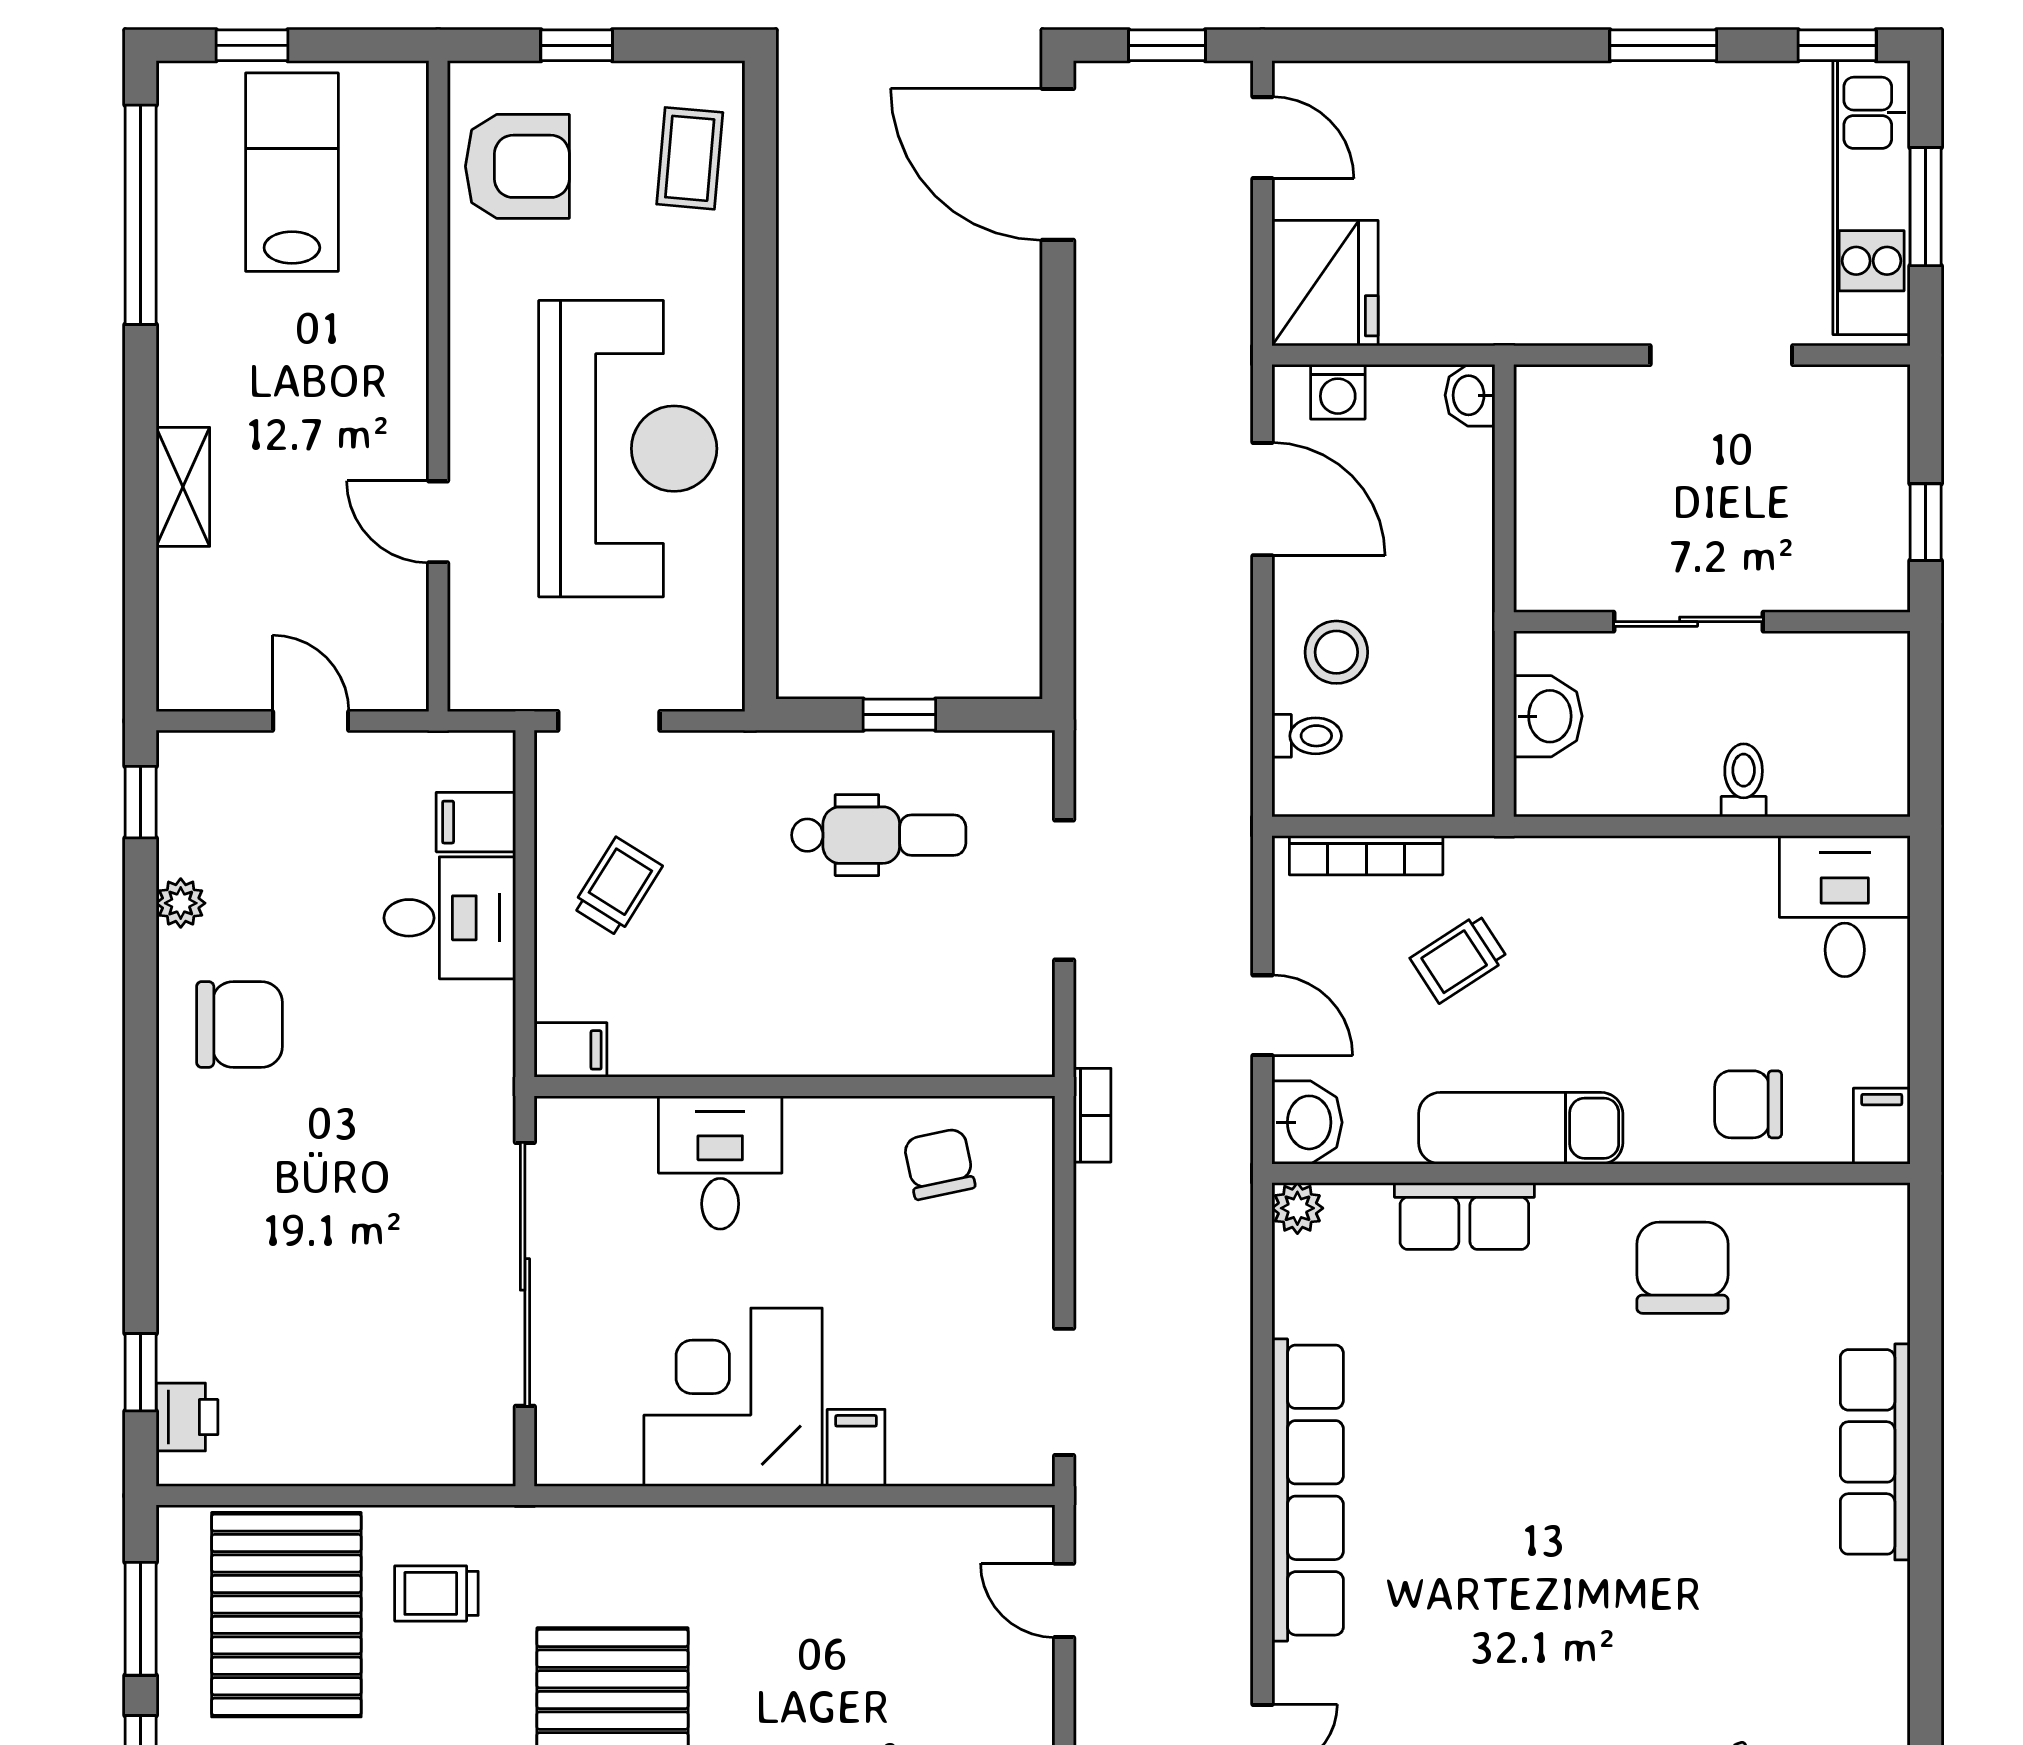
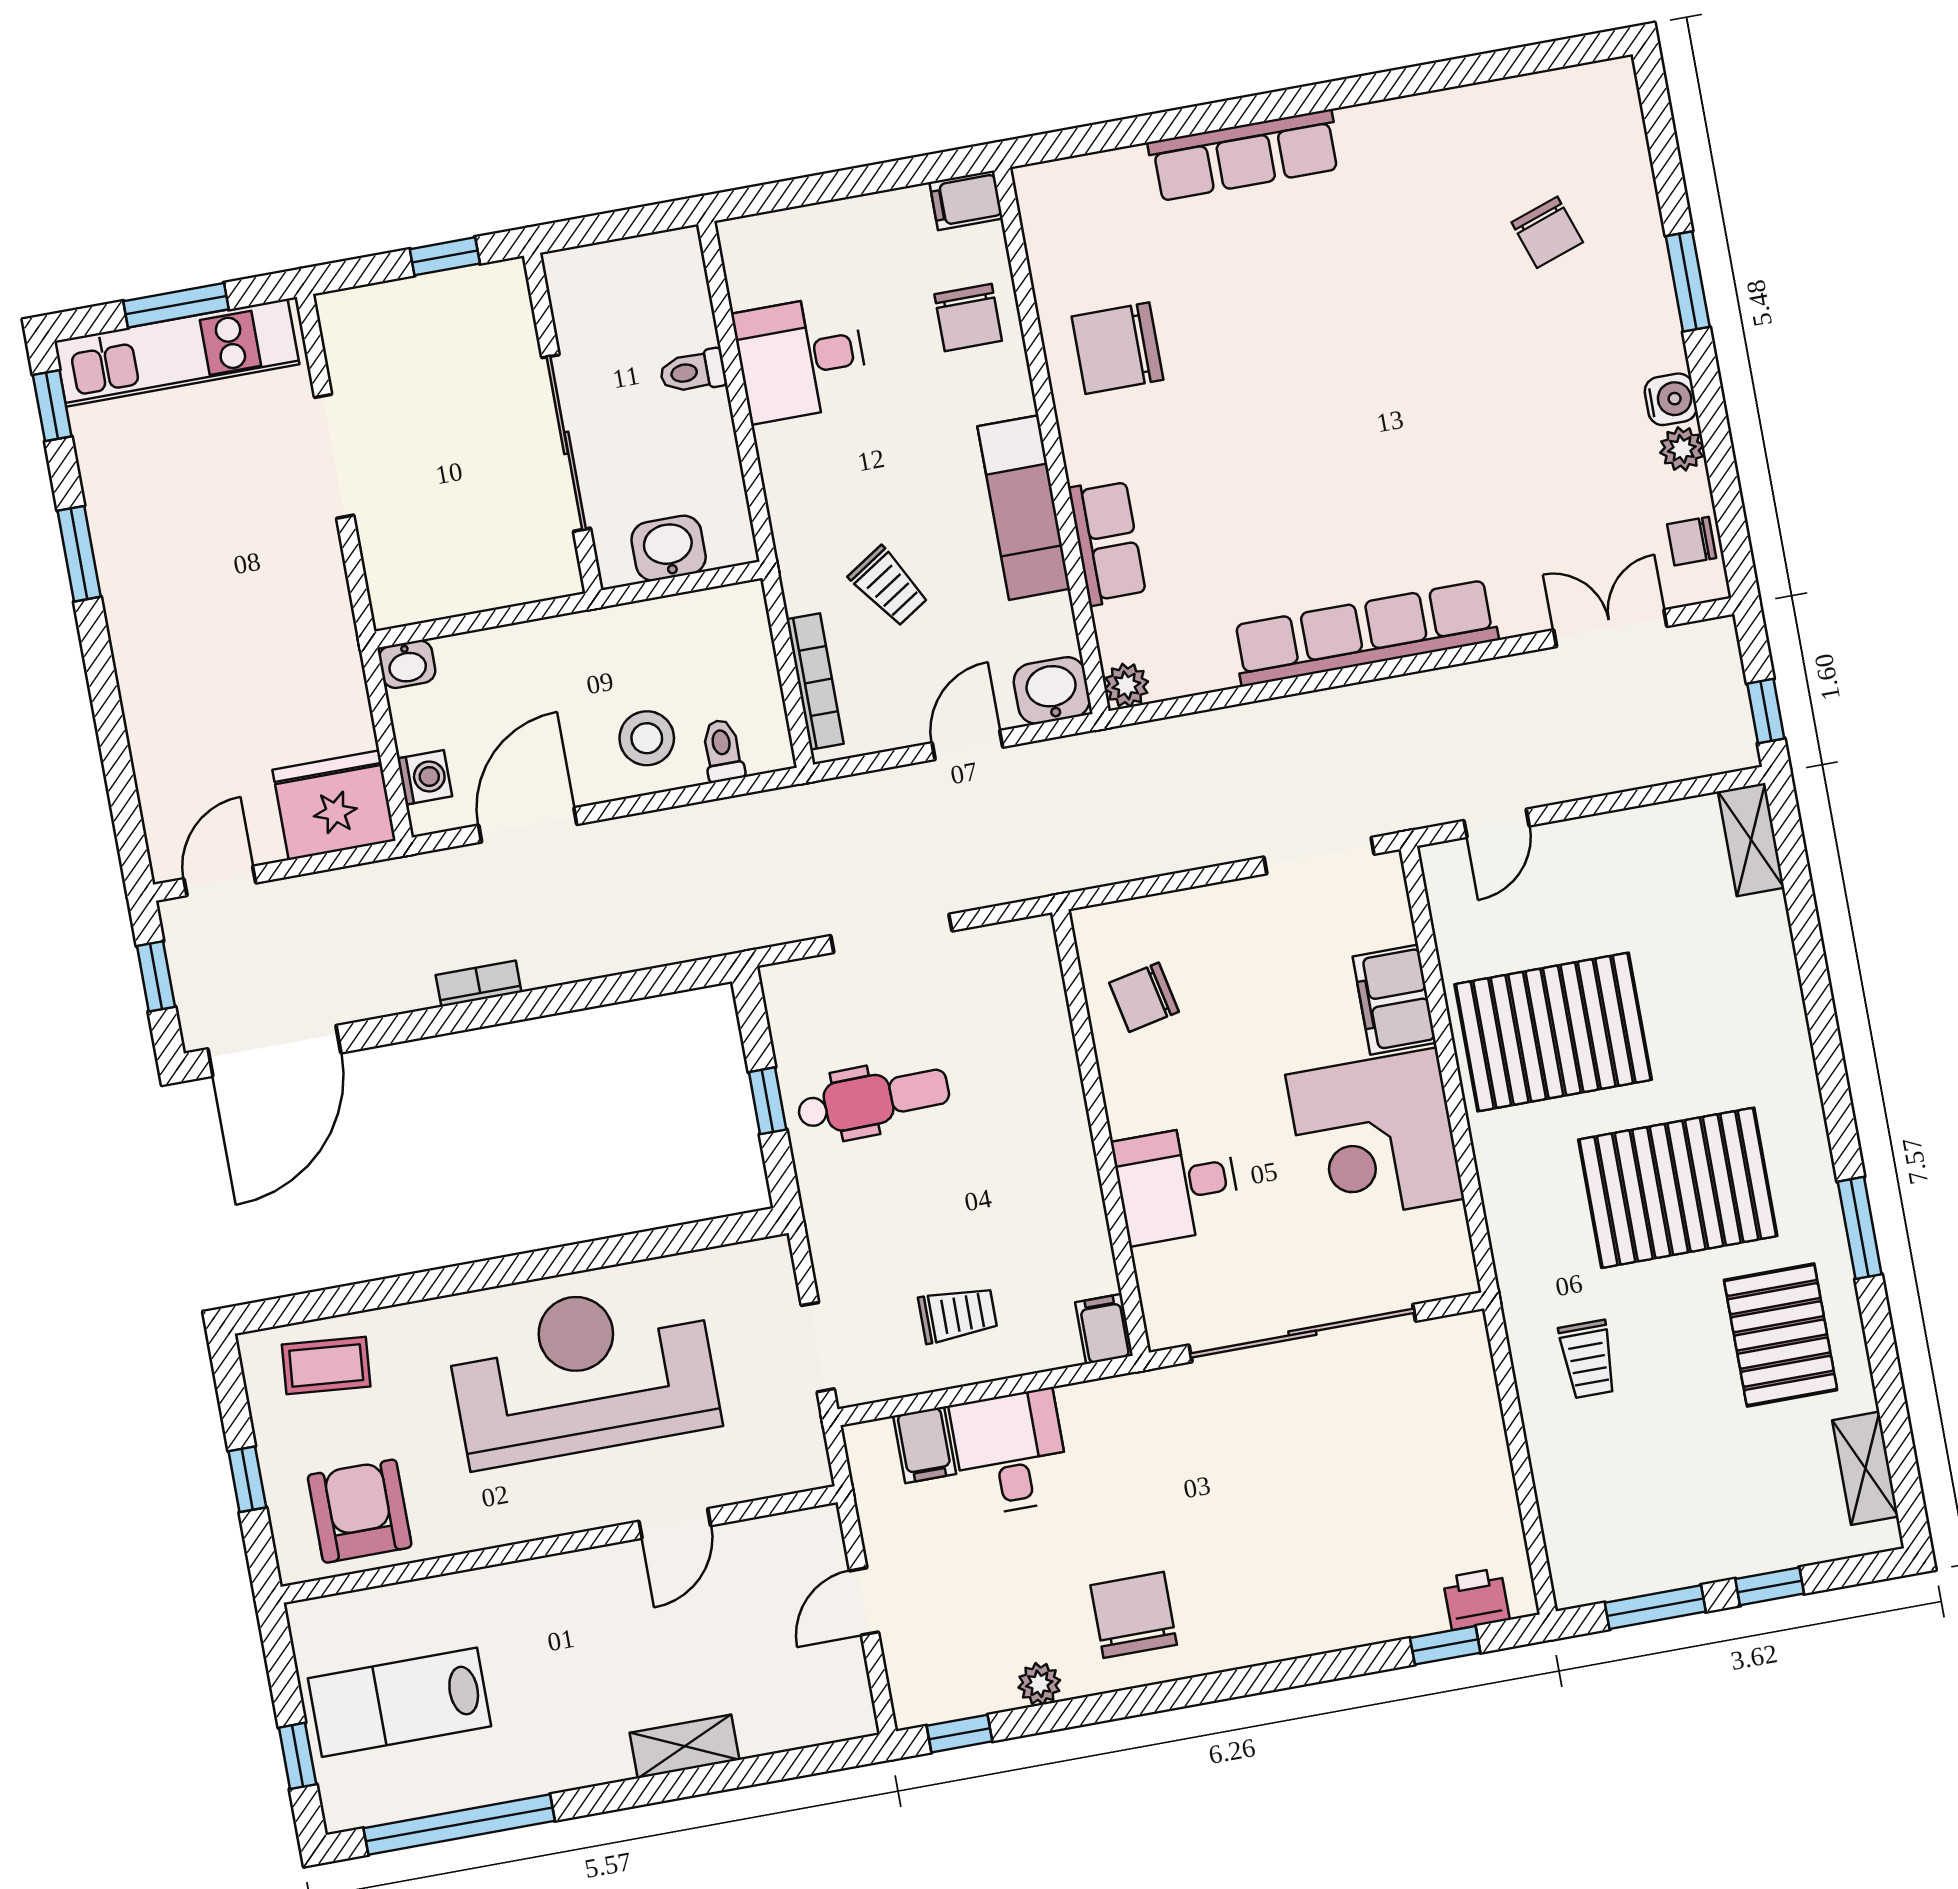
sliding door: (1689, 622) -> (566, 443), width x1.37
dental chair: (879, 835) -> (873, 1100), turned 89
trolley: (617, 887) -> (958, 1314), turned 148
desk: (1845, 906) -> (801, 358), moved
bookcase: (1092, 1115) -> (479, 984), moved
filing cabinet: (856, 1448) -> (1394, 1000), width x2.00
pallet: (286, 1615) -> (1553, 1032), moved

